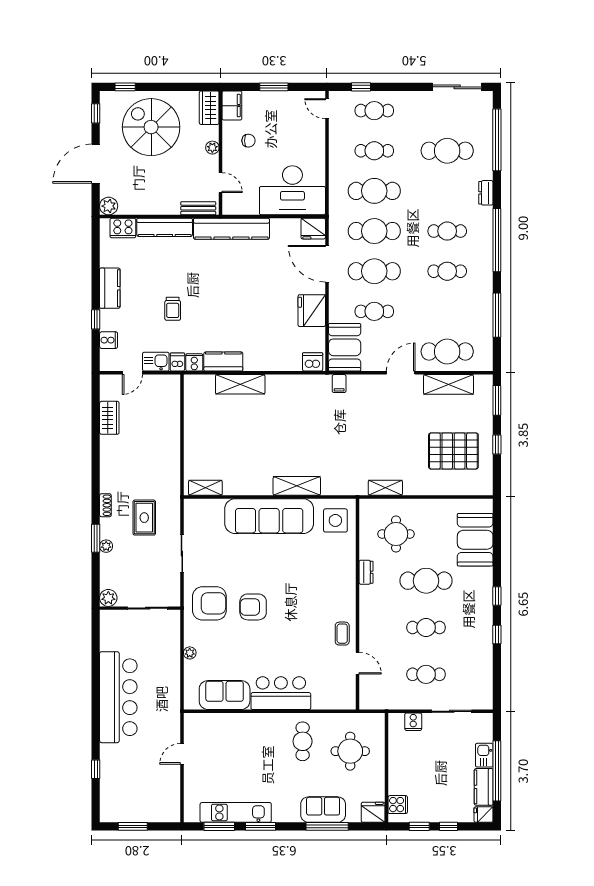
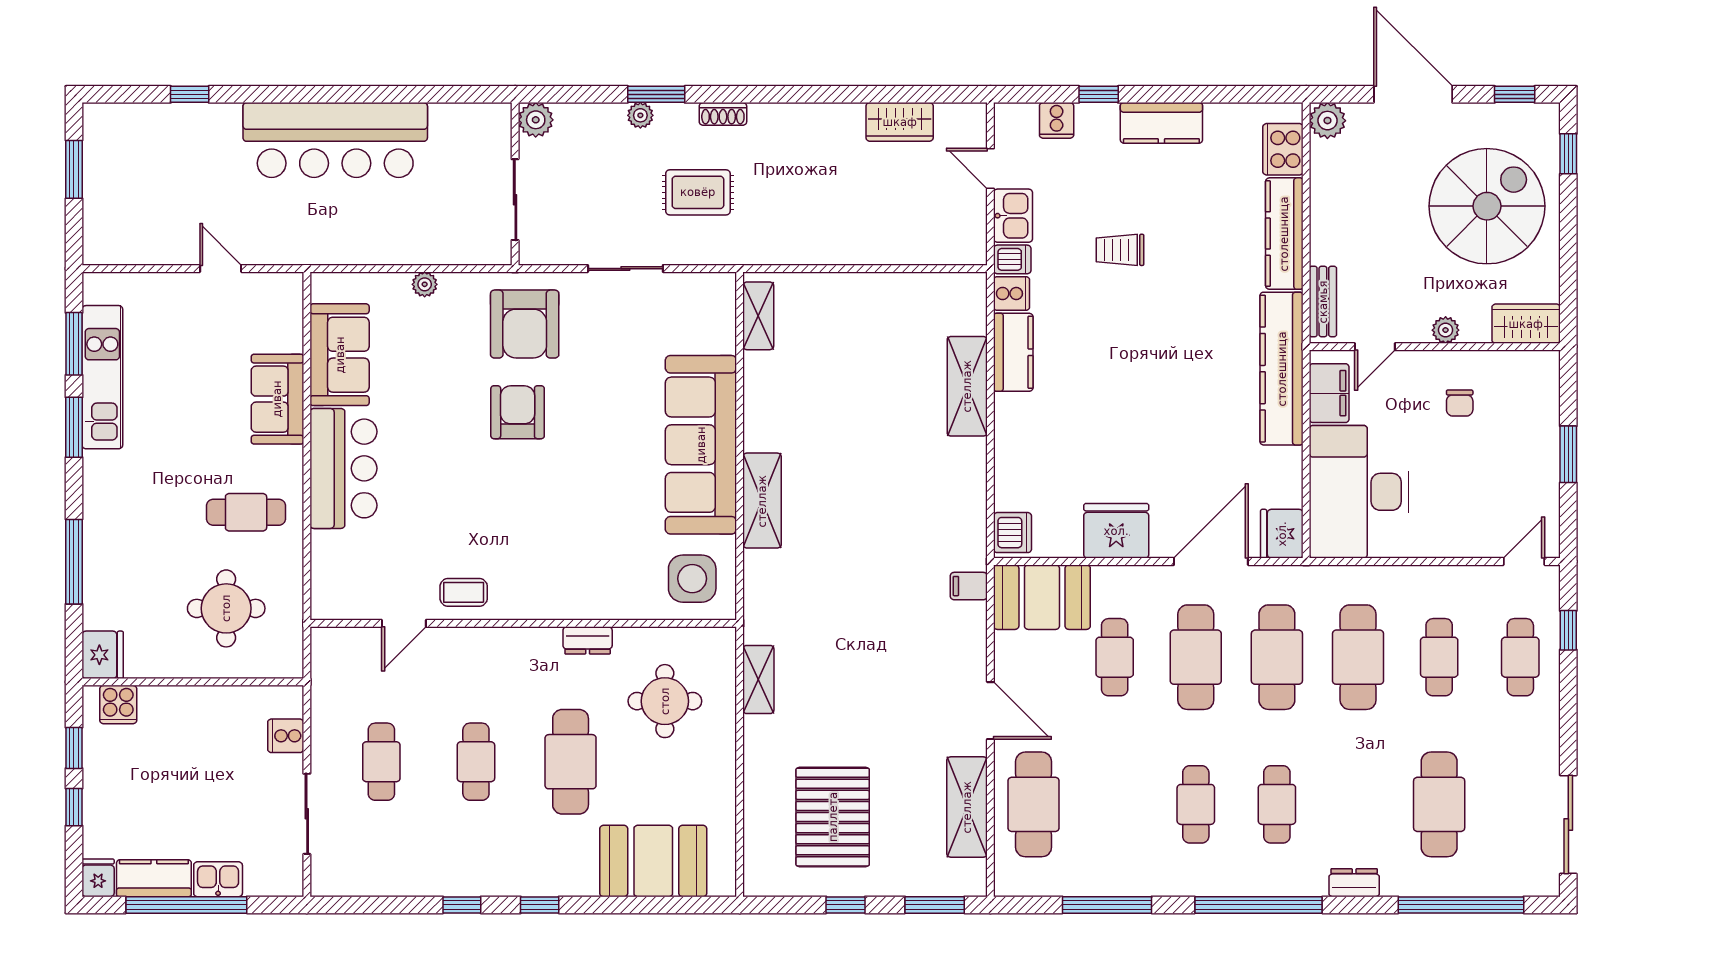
filing cabinet: (232, 106) -> (1329, 393), moved, turned -90
sofa: (323, 810) -> (277, 399), moved, turned 180

